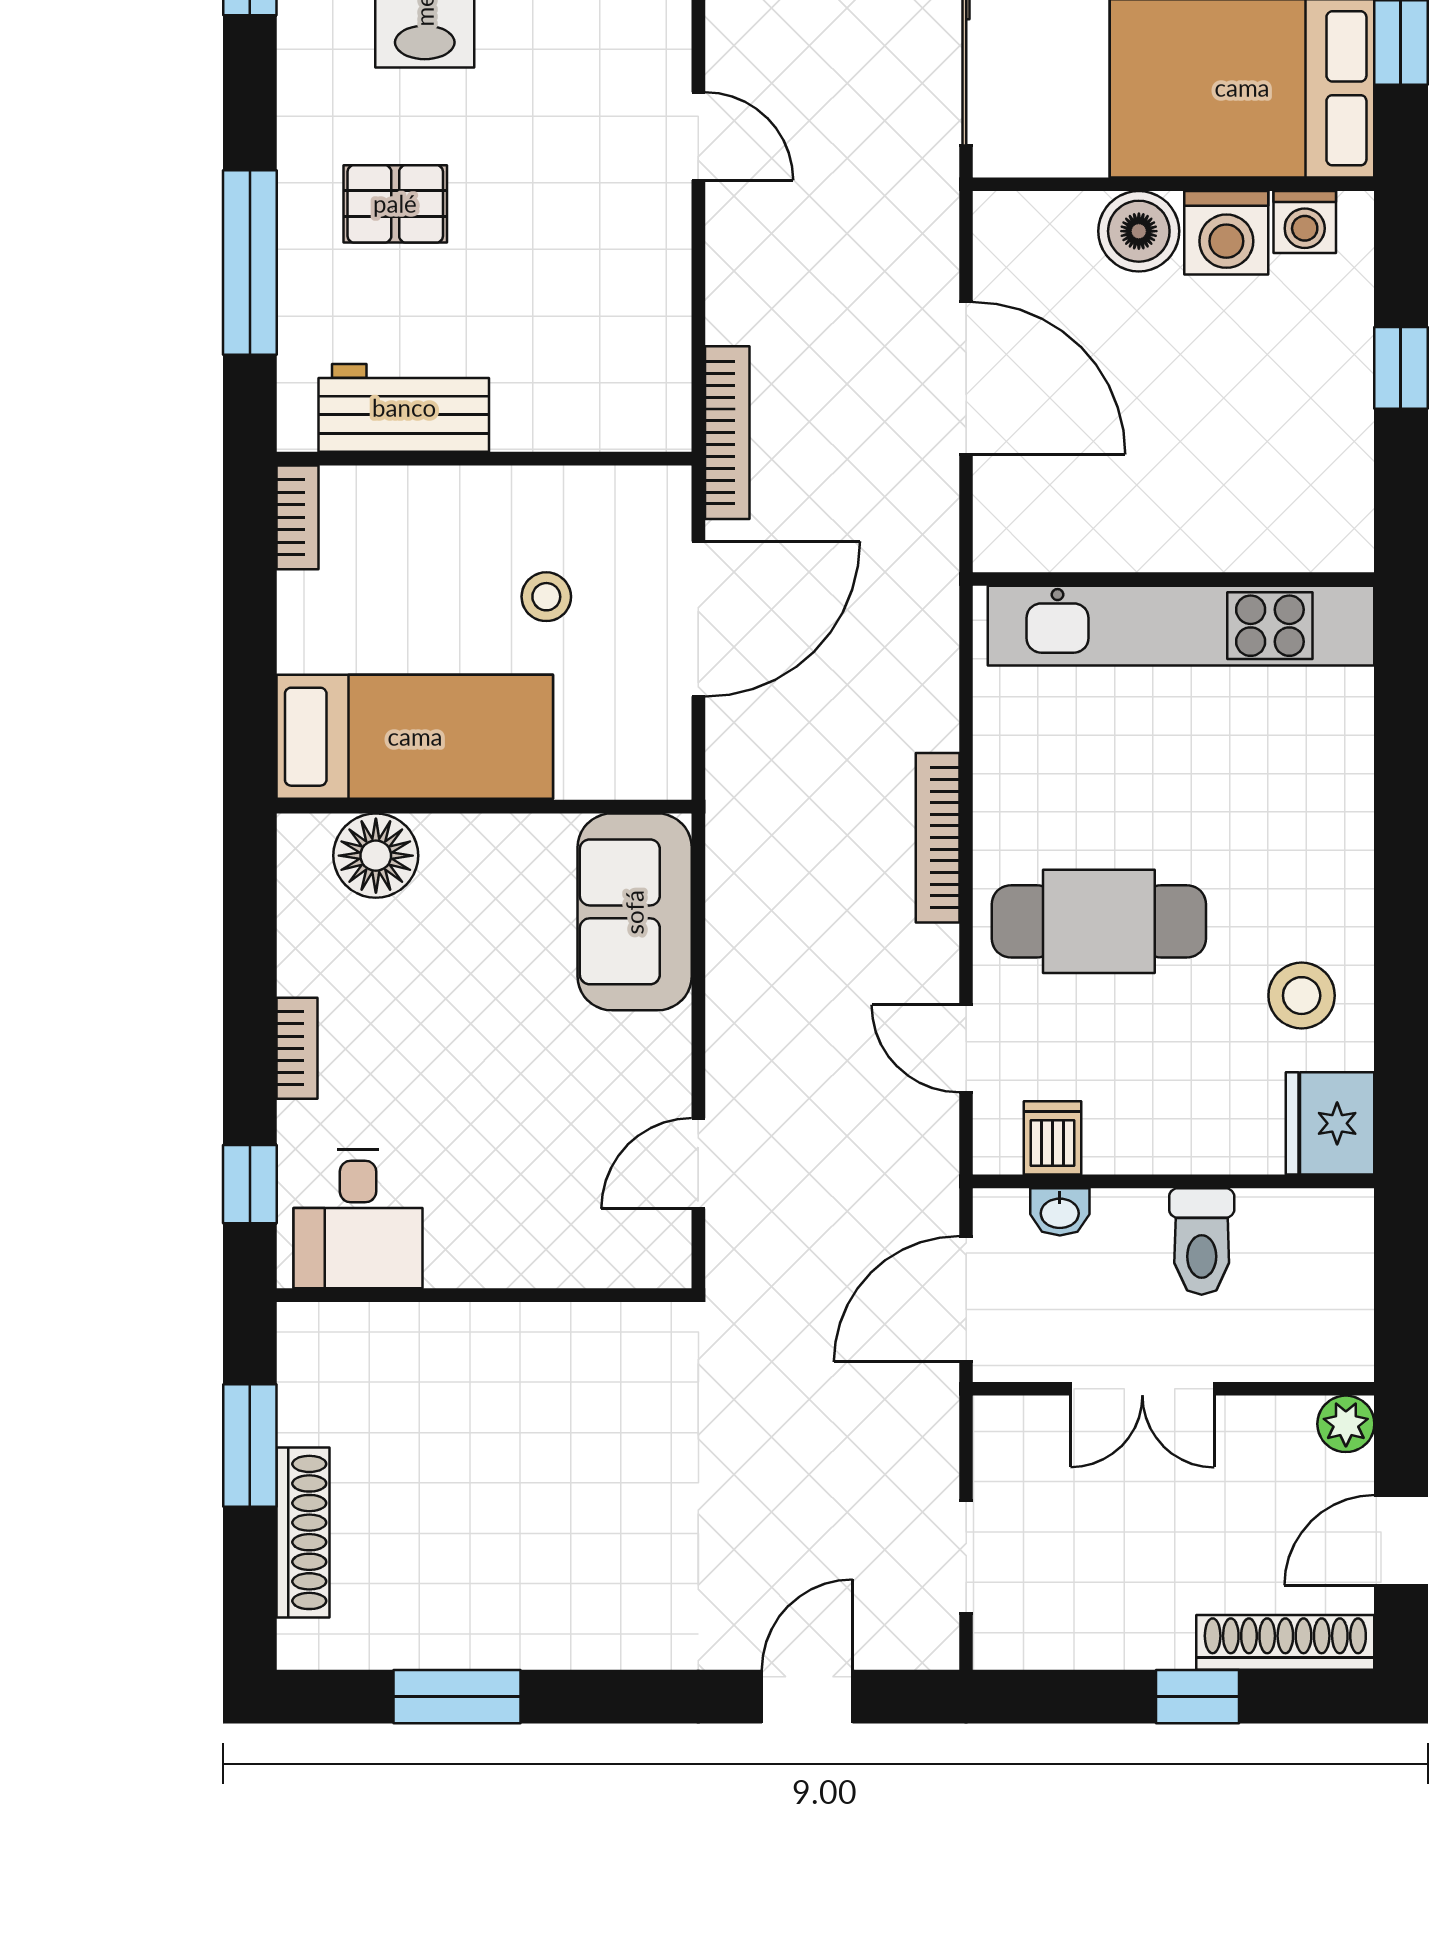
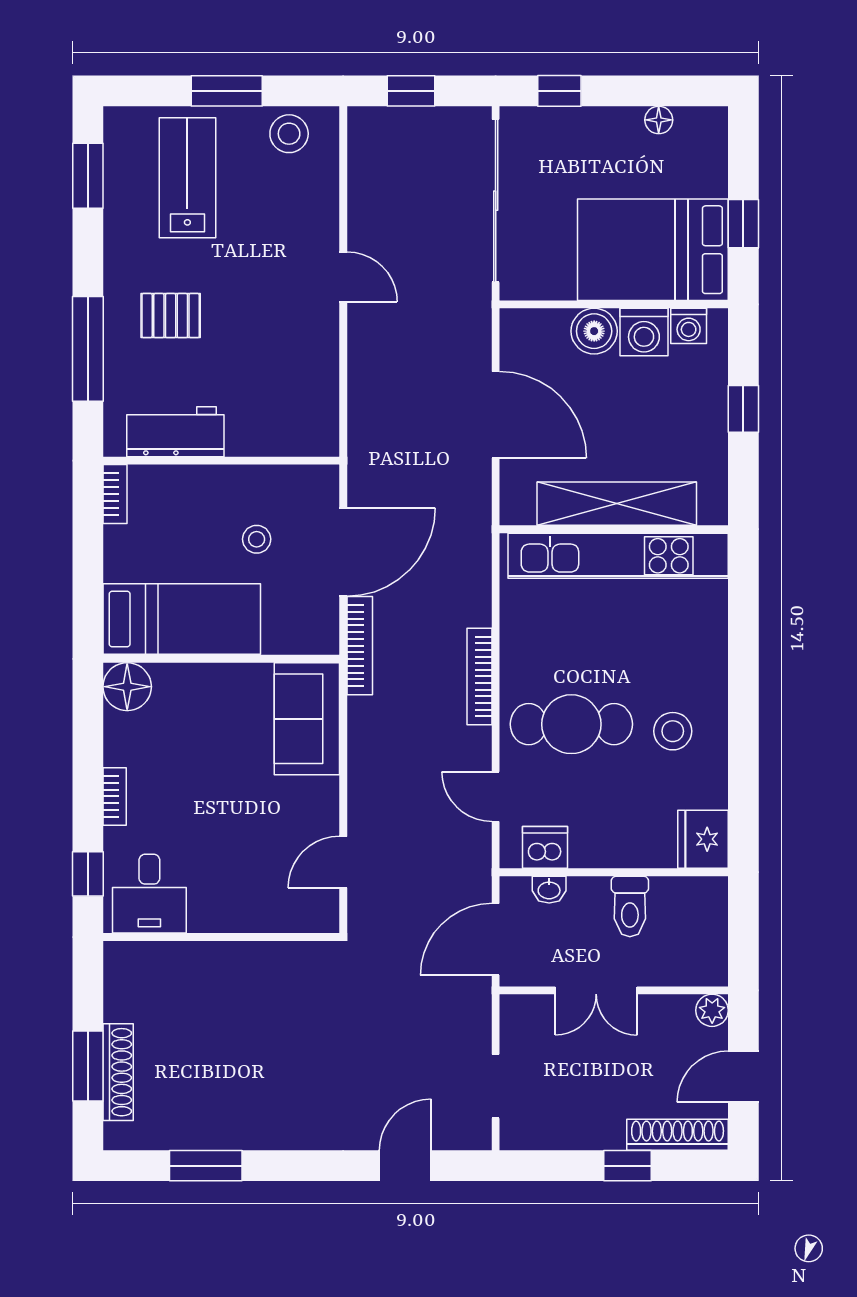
bookcase: (727, 433) -> (360, 646), moved
shelving: (1178, 534) -> (617, 504), added
floor lamp: (376, 856) -> (127, 687), moved
stool: (1302, 996) -> (673, 731), moved
dishwasher: (1053, 1138) -> (545, 847), width x1.38
window: (250, 1446) -> (88, 1066), moved

